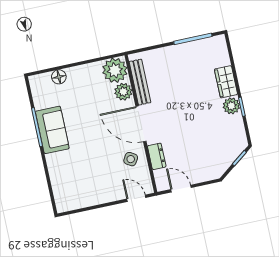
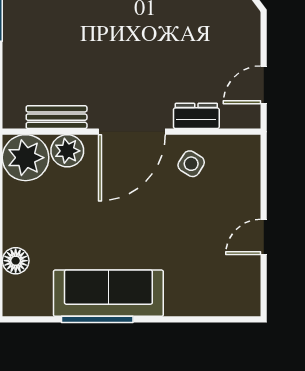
bench: (140, 82) -> (57, 117), width x0.73
sofa: (52, 130) -> (108, 293), width x1.36
door: (136, 198) -> (264, 237), moved

